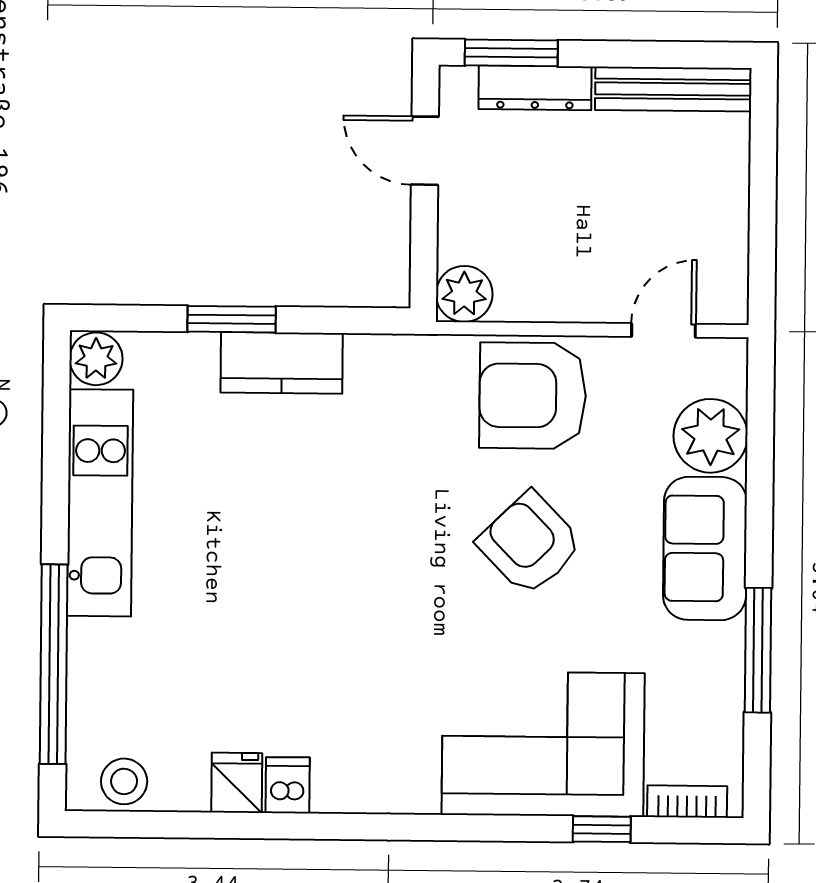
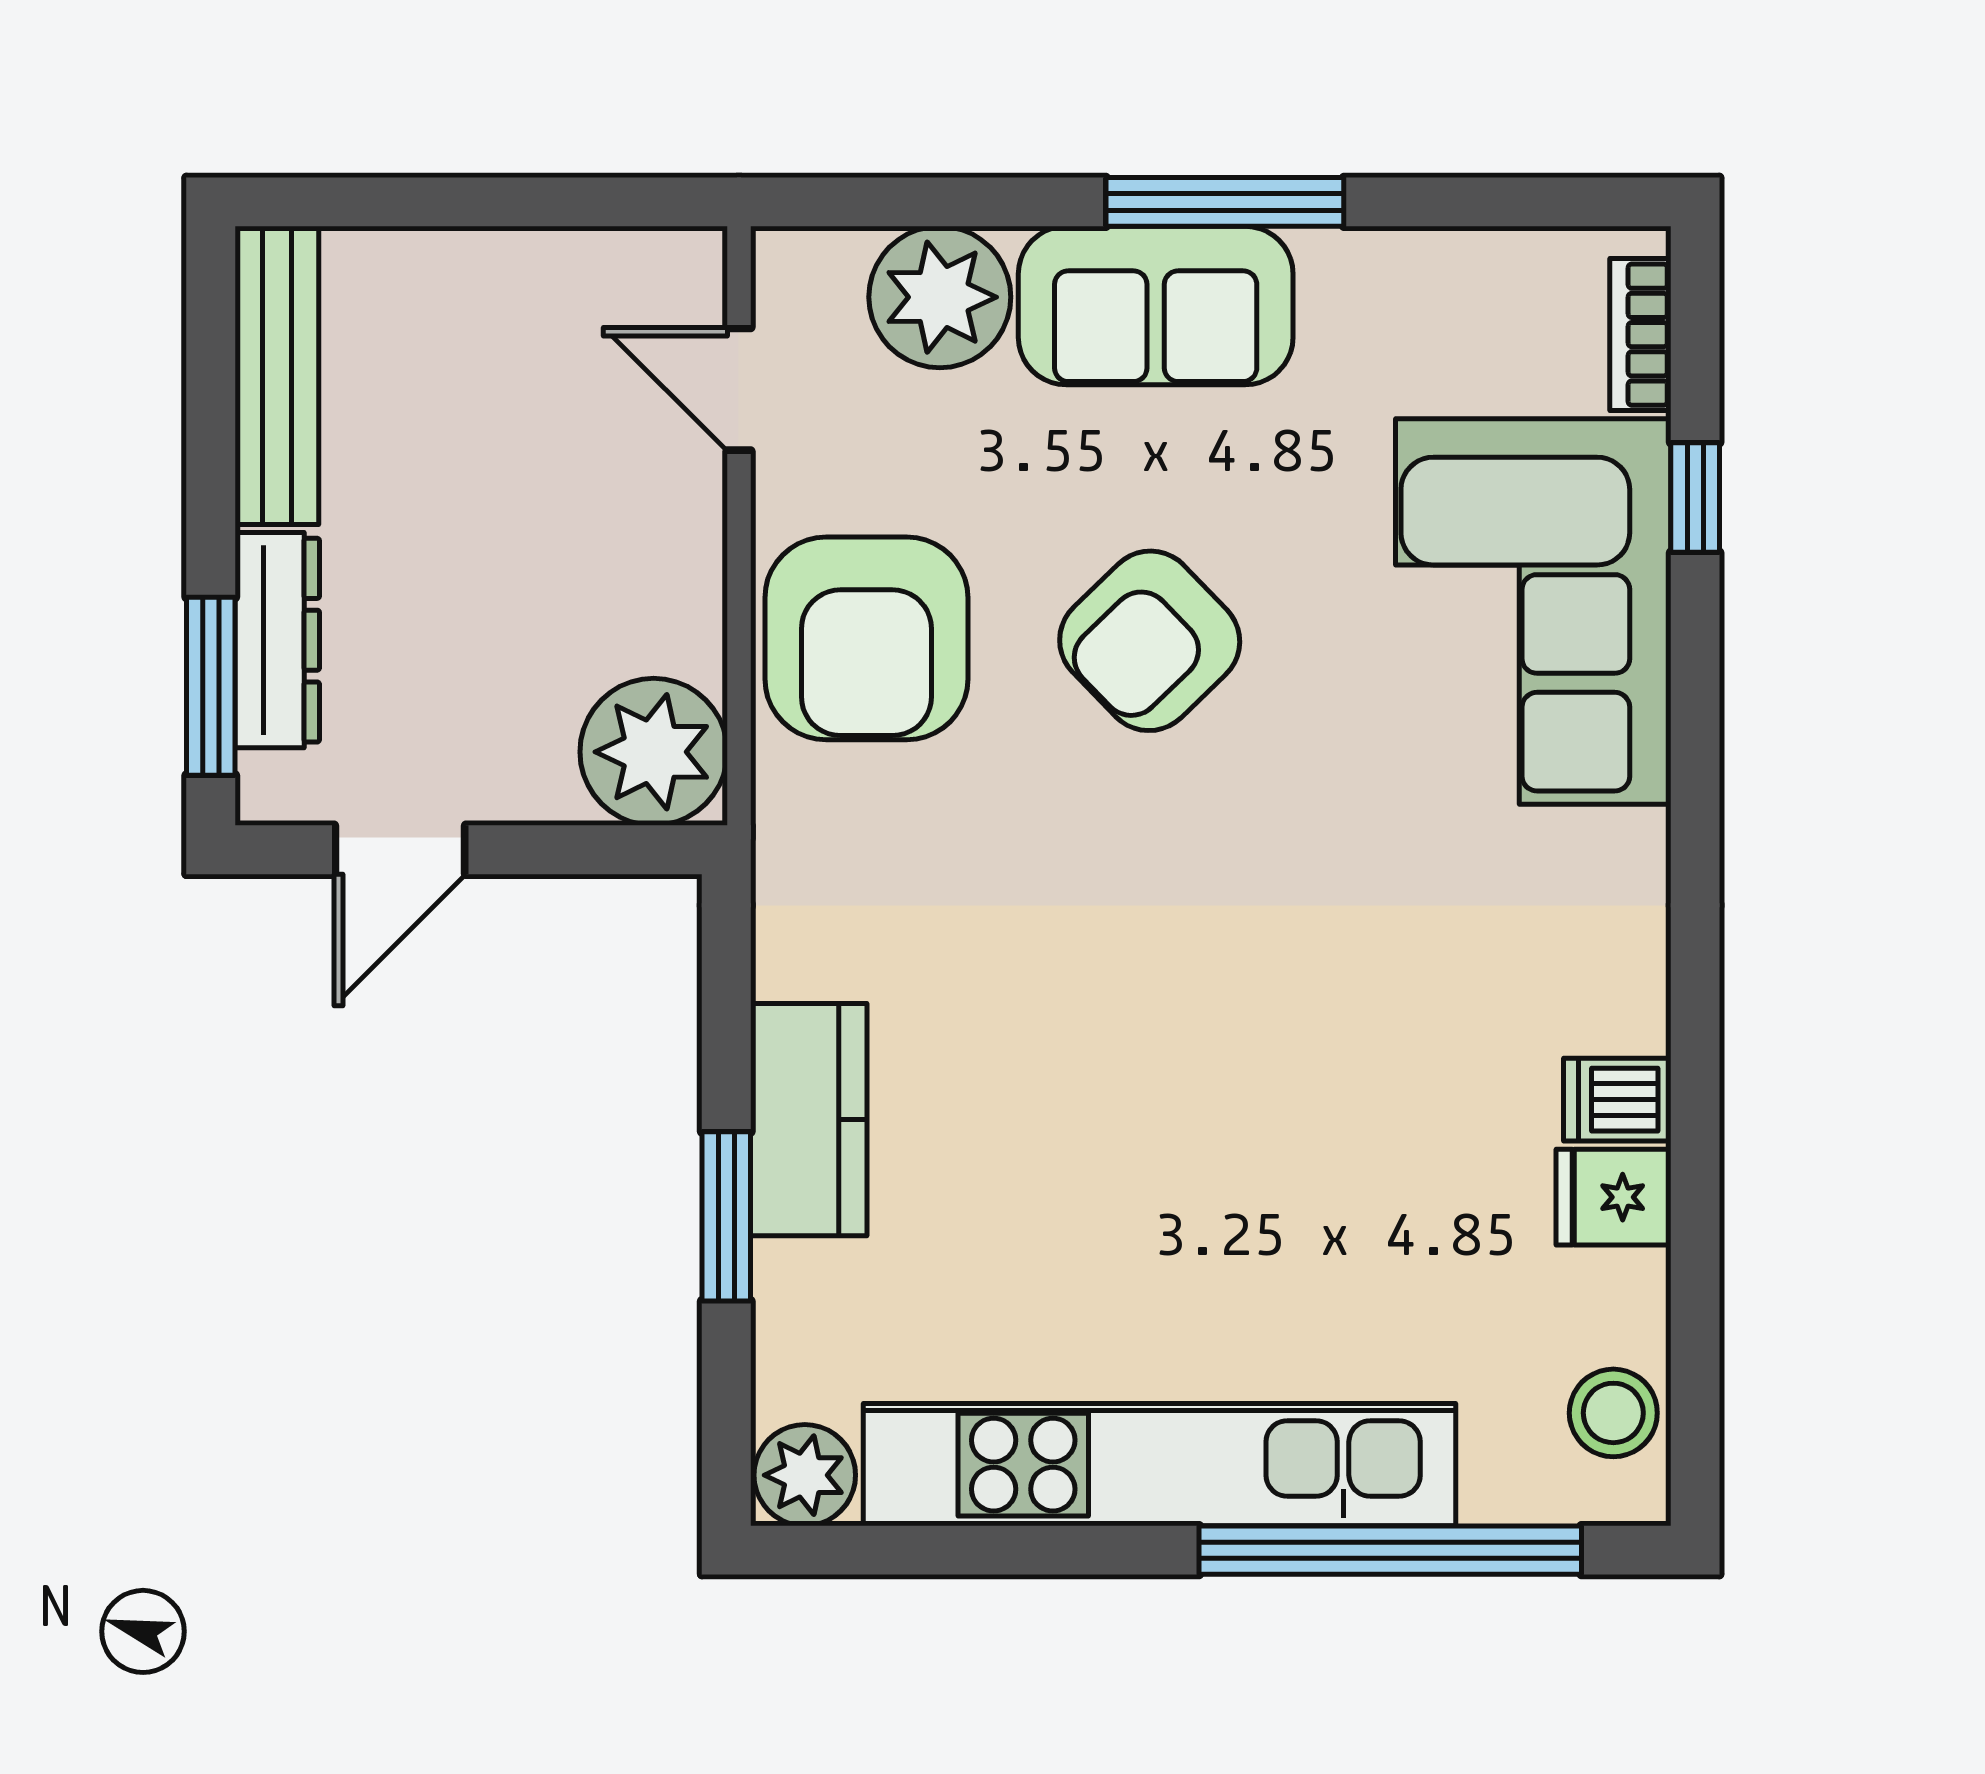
plant: (464, 294) -> (654, 752), width x1.36, depth x1.36
kitchen unit: (100, 503) -> (1159, 1465), width x1.36
window: (758, 650) -> (1225, 202), moved

